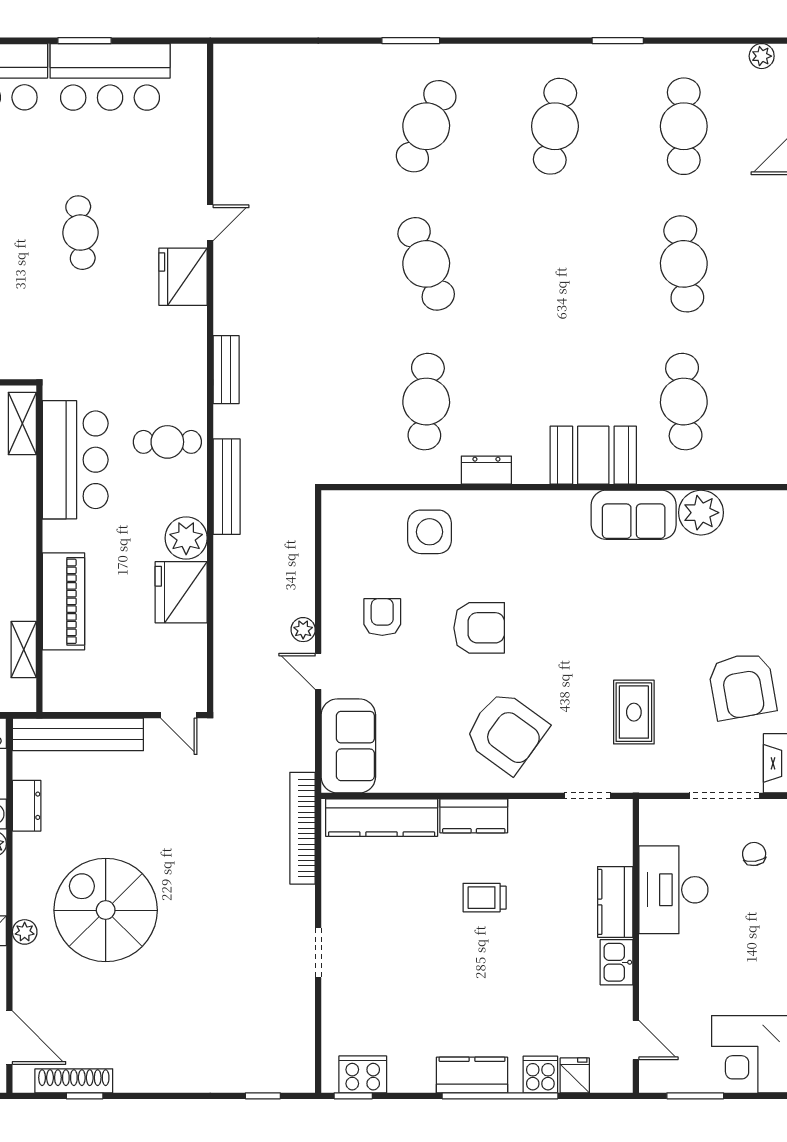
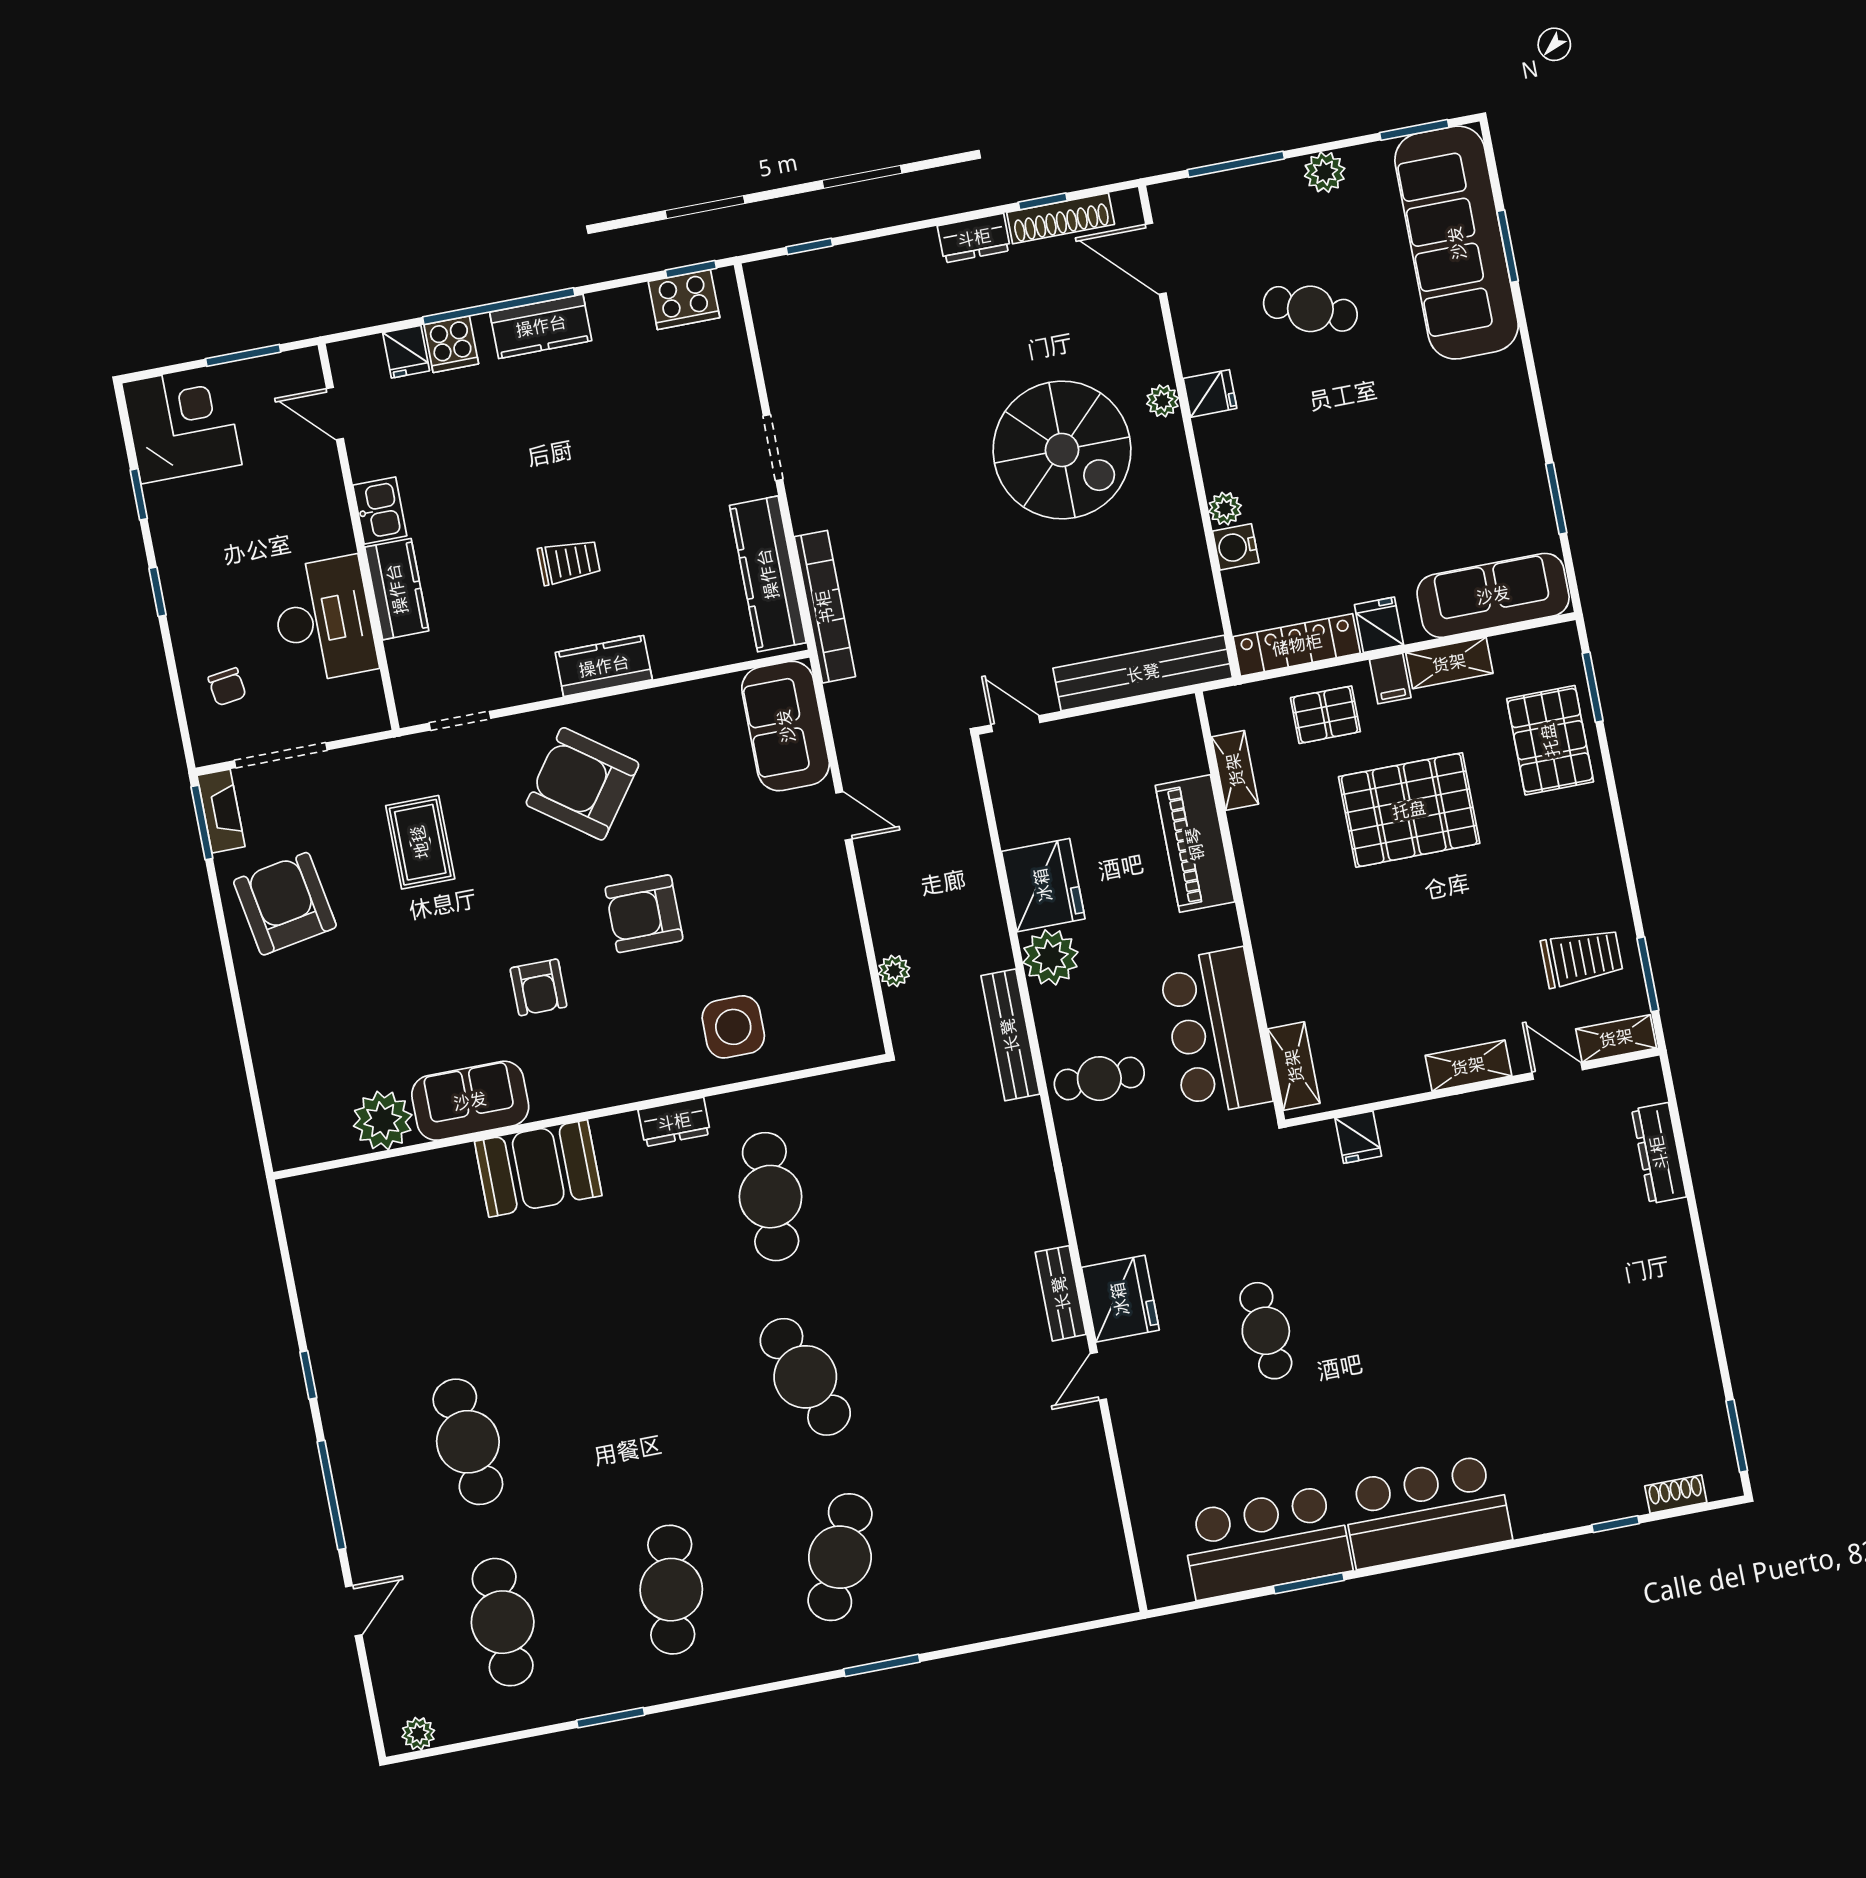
bench: (226, 370) -> (1061, 1293), moved
cafe table: (684, 402) -> (433, 1262), removed
armchair: (382, 617) -> (539, 987), moved
plant: (303, 630) -> (894, 971), moved
dresser: (27, 806) -> (974, 238), moved, turned -90
kitchen counter: (382, 818) -> (768, 574), moved, turned -90

